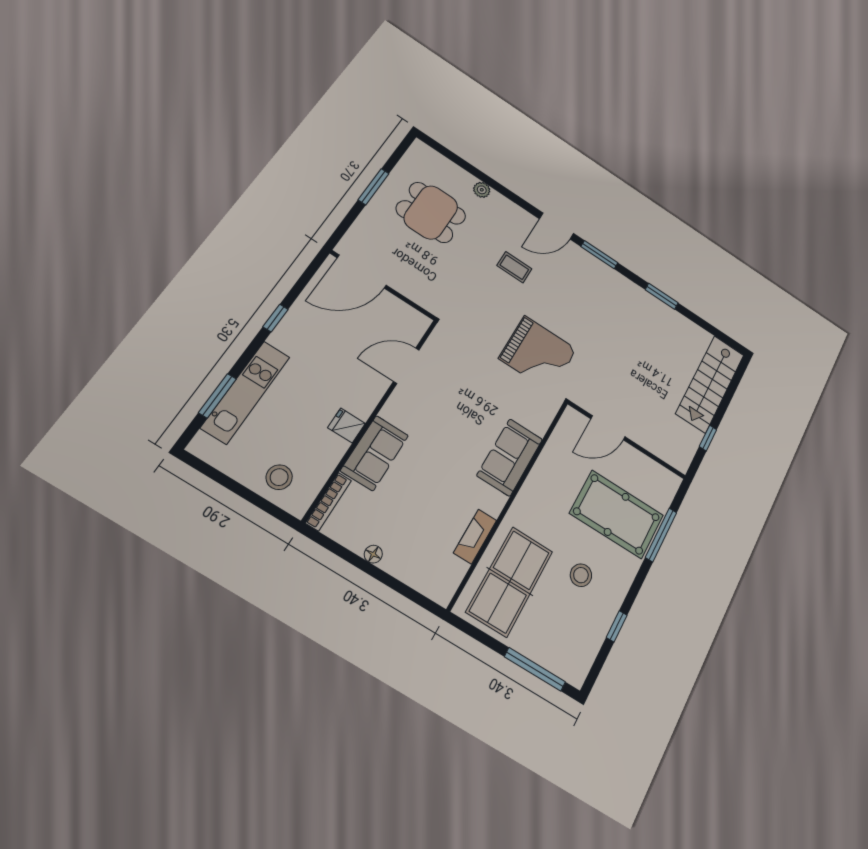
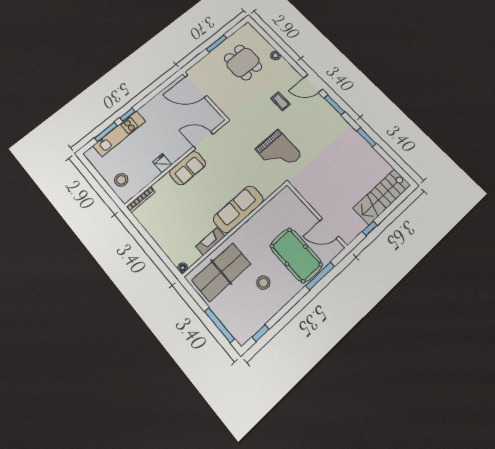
window: (275, 318) -> (128, 115), moved
door: (608, 428) -> (329, 228), moved
sofa: (375, 453) -> (188, 168), moved
sofa: (510, 457) -> (238, 209), width x1.36
floor lamp: (373, 554) -> (183, 268), moved
window: (617, 626) -> (261, 333), moved

